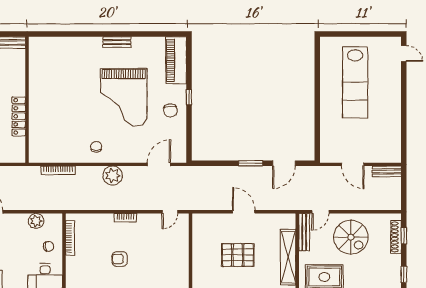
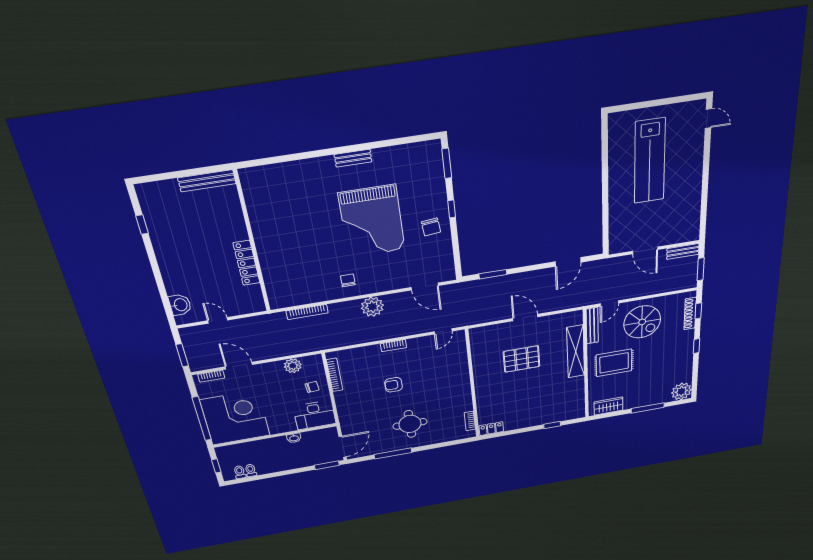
window: (189, 58) -> (447, 163), added
piano: (176, 60) -> (431, 169), removed
window: (251, 163) -> (493, 274), moved
door: (159, 164) -> (425, 286), swing flipped
window: (404, 192) -> (701, 269), added

